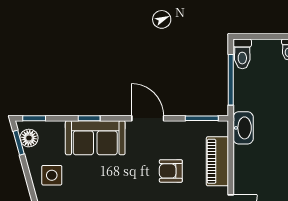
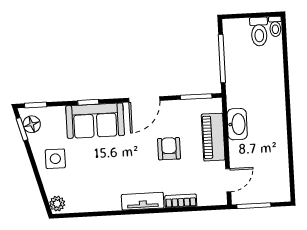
toilet: (242, 54) -> (259, 32), moved
door: (148, 118) -> (144, 99), swing flipped
washbasin: (243, 128) -> (237, 124), moved
armchair: (171, 171) -> (169, 149), turned 90

